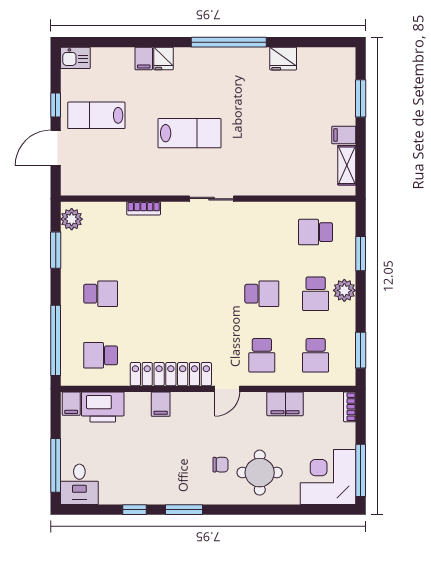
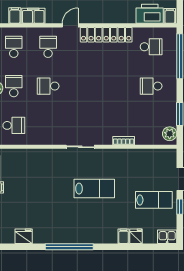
fridge: (163, 59) -> (136, 236), moved
fridge: (283, 59) -> (24, 236), moved
lab bench: (190, 133) -> (94, 189), turned 180
filing cabinet: (161, 404) -> (15, 16), moved

